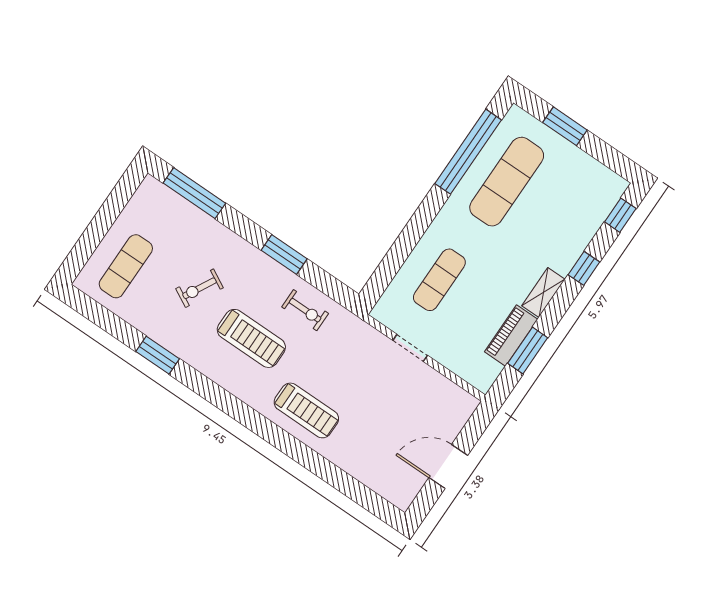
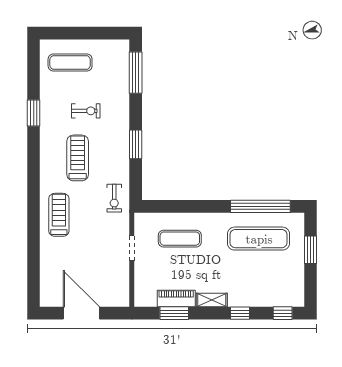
exercise bike: (199, 288) -> (86, 111), turned 152
exercise bike: (305, 310) -> (114, 198), moved
treadmill: (251, 338) -> (78, 158), turned 180
treadmill: (306, 410) -> (59, 215), turned 180
door: (448, 466) -> (81, 313), width x1.36

